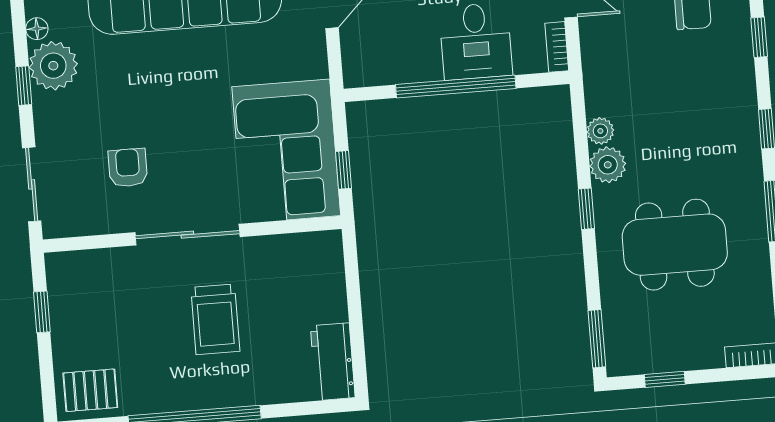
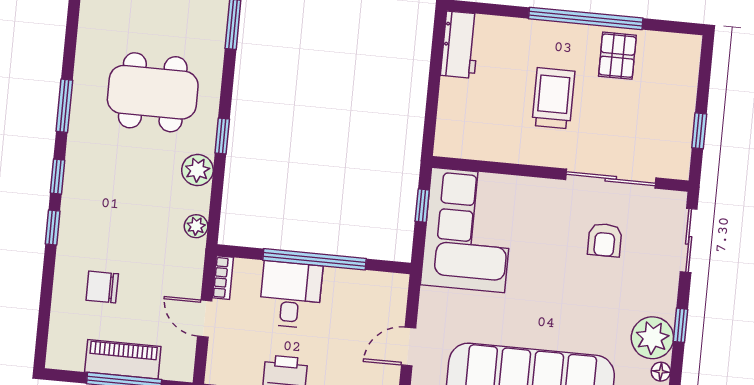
window: (759, 37) -> (53, 227), moved
plant: (600, 131) -> (196, 226), moved
sliding door: (187, 235) -> (611, 179), moved
pallet: (90, 390) -> (617, 56), moved, turned 90

